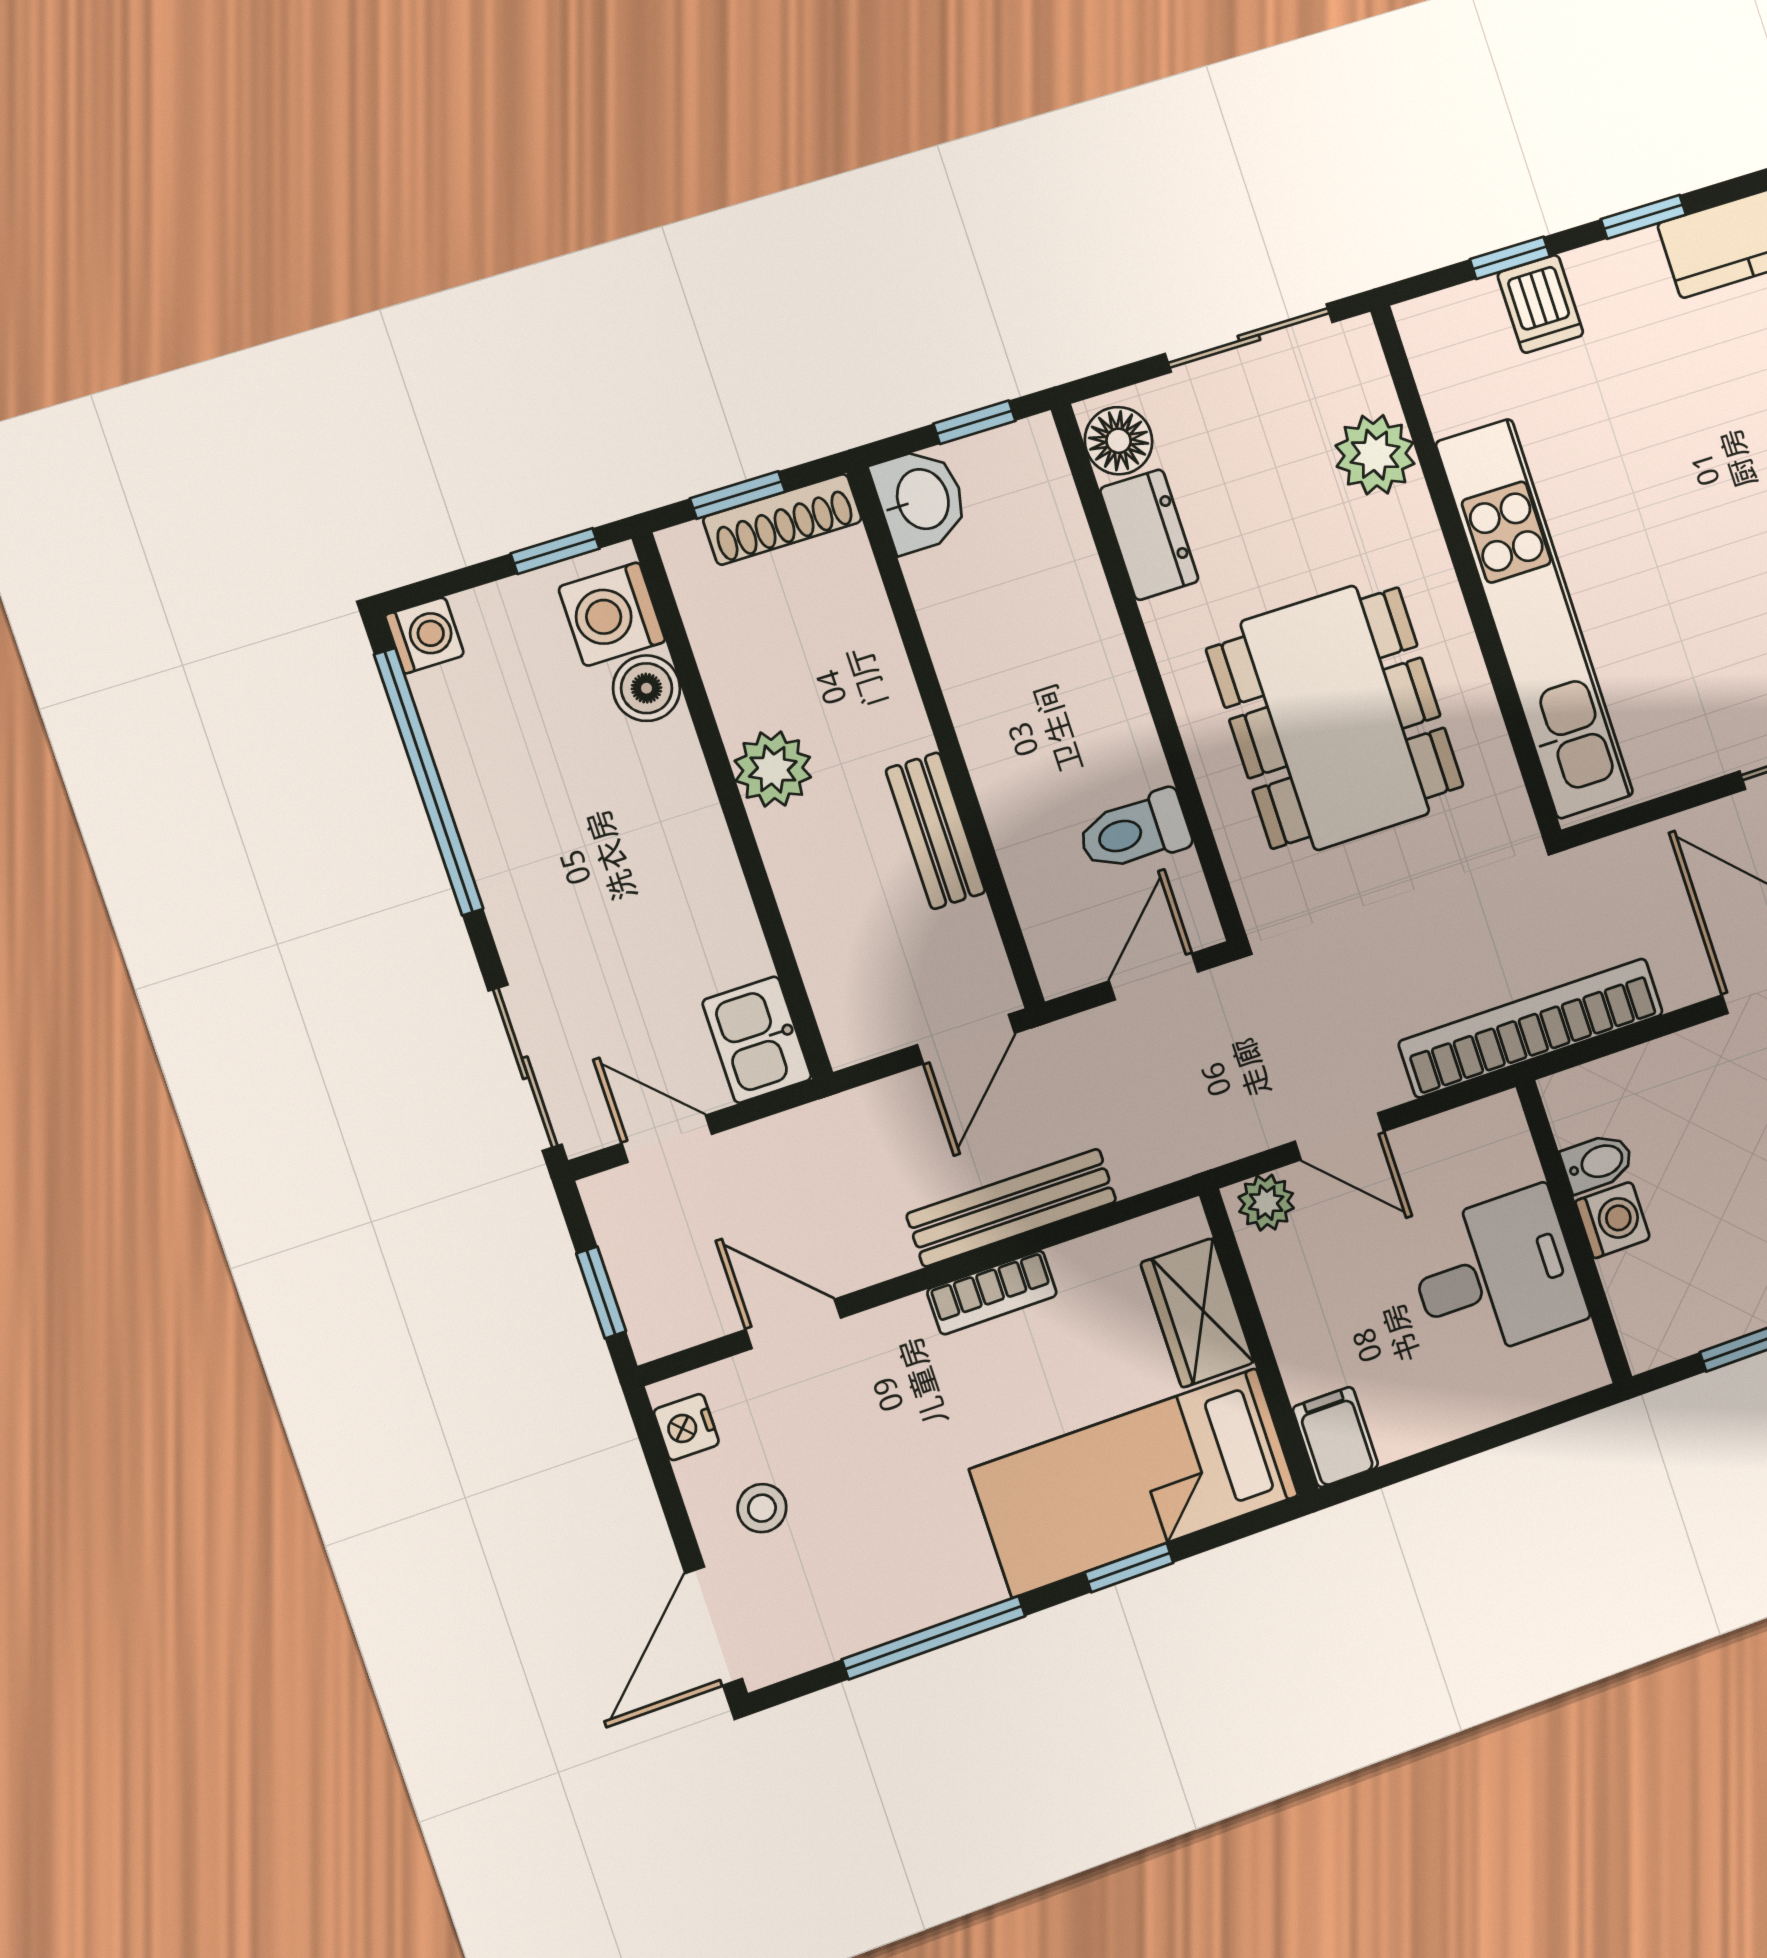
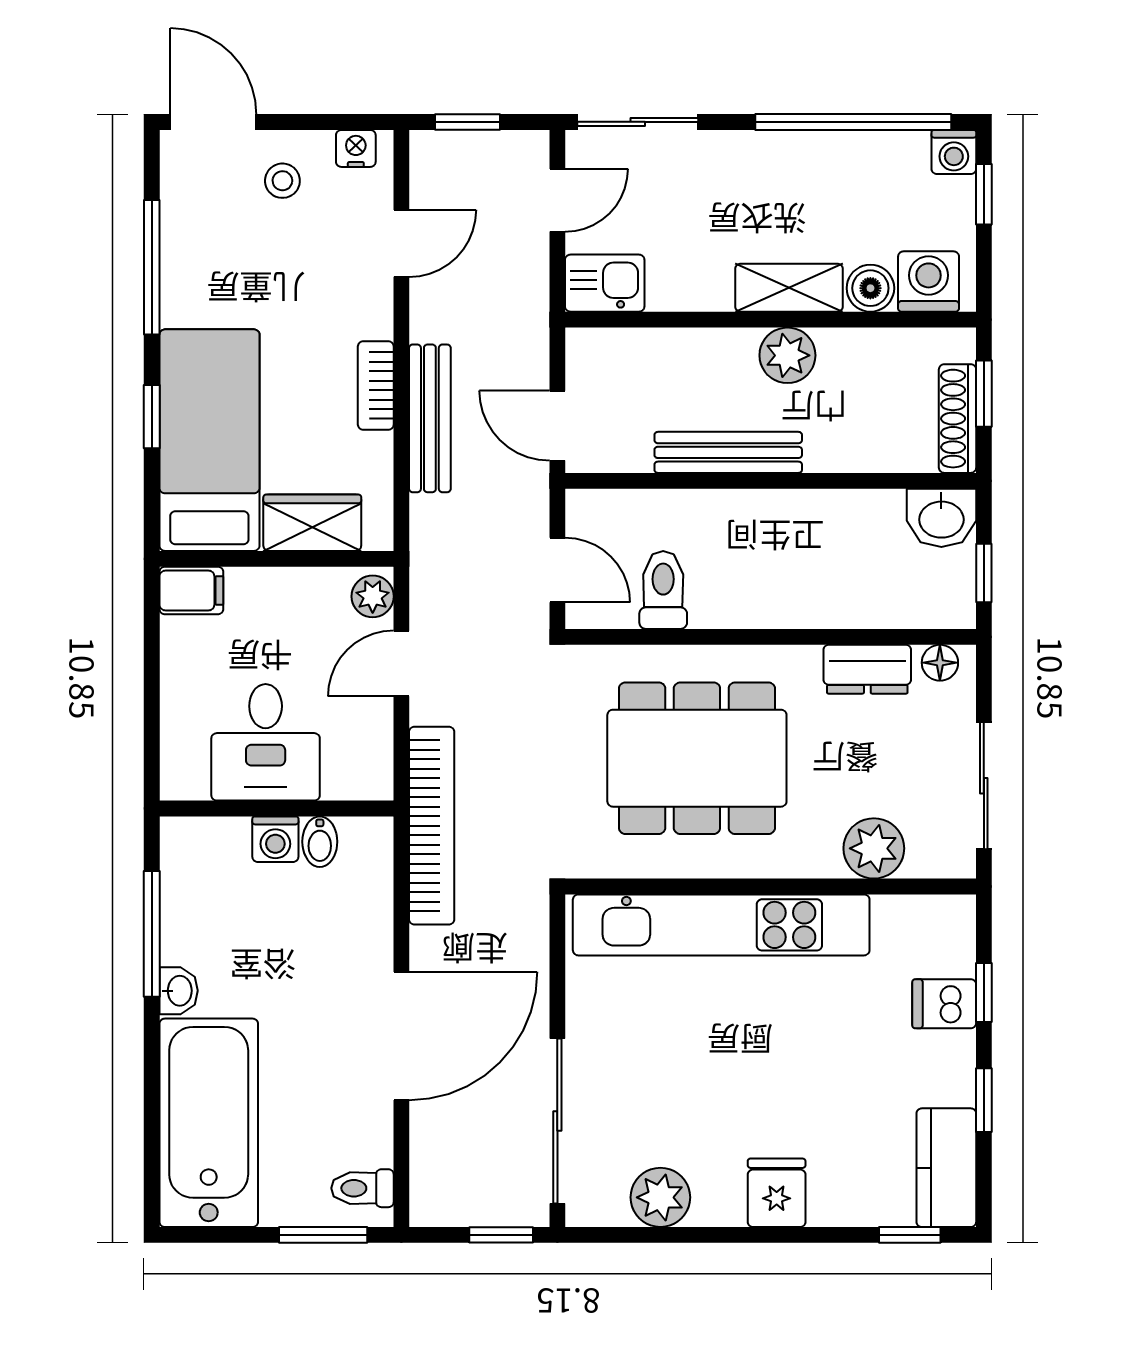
floor lamp: (1119, 441) -> (940, 663), width x0.73, depth x0.73
window: (555, 551) -> (984, 194), moved
shelving: (682, 796) -> (789, 288), added
bench: (936, 831) -> (728, 452), width x1.36

